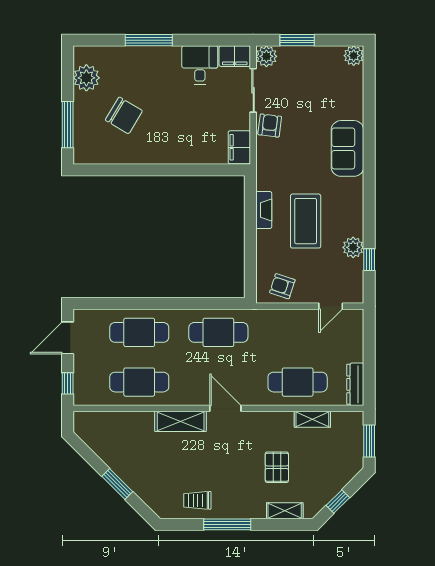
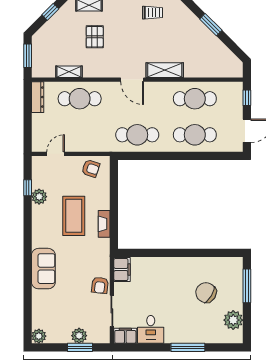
plant: (266, 56) -> (79, 336), moved

